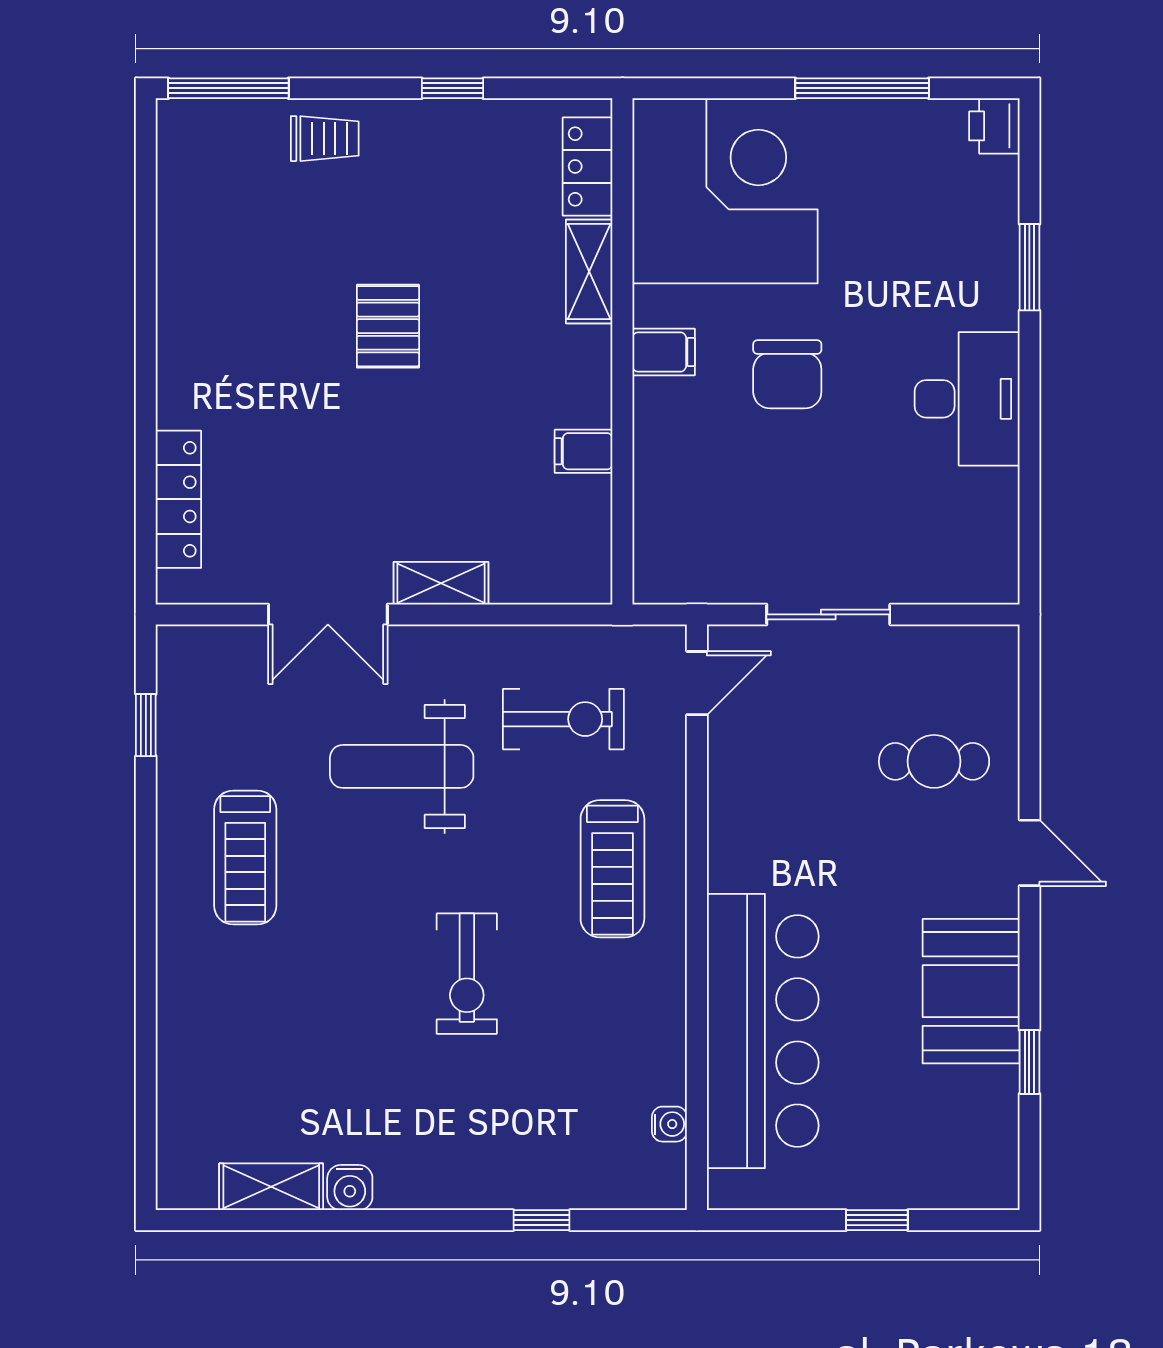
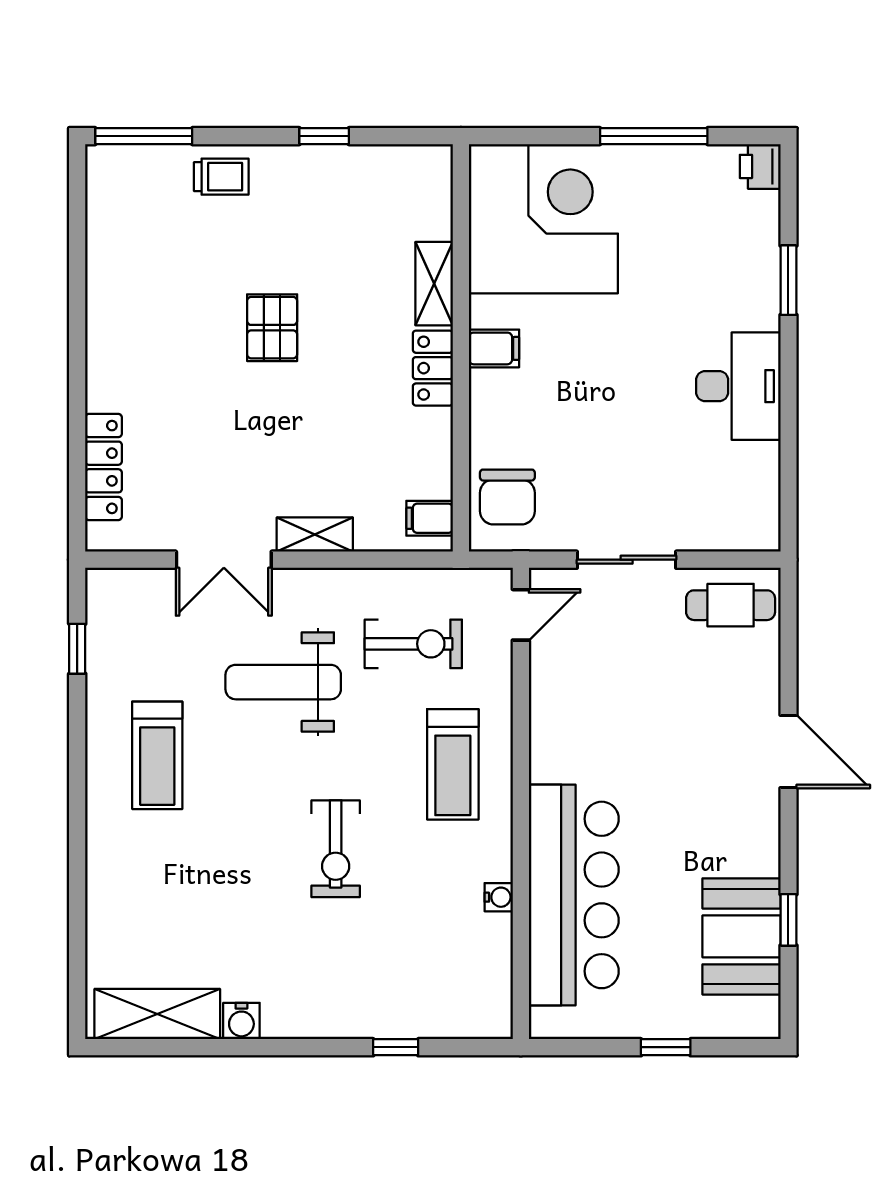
locker: (588, 166) -> (433, 368), moved
chair: (787, 374) -> (507, 497), moved
filing cabinet: (584, 451) -> (430, 518), moved
cafe table: (934, 761) -> (731, 605), moved
door: (1029, 853) -> (788, 752), width x1.38
booth: (971, 991) -> (741, 936), moved
water cooler: (669, 1124) -> (499, 897), moved
shelving: (271, 1187) -> (157, 1014), width x1.50, depth x1.33

